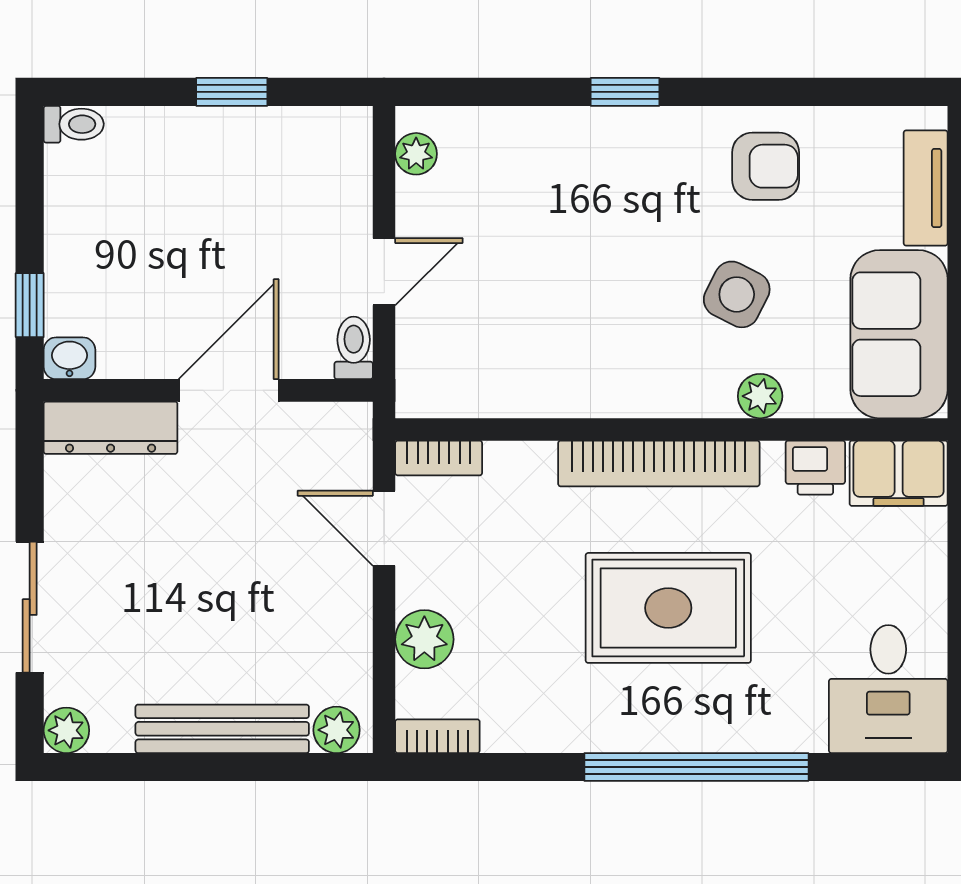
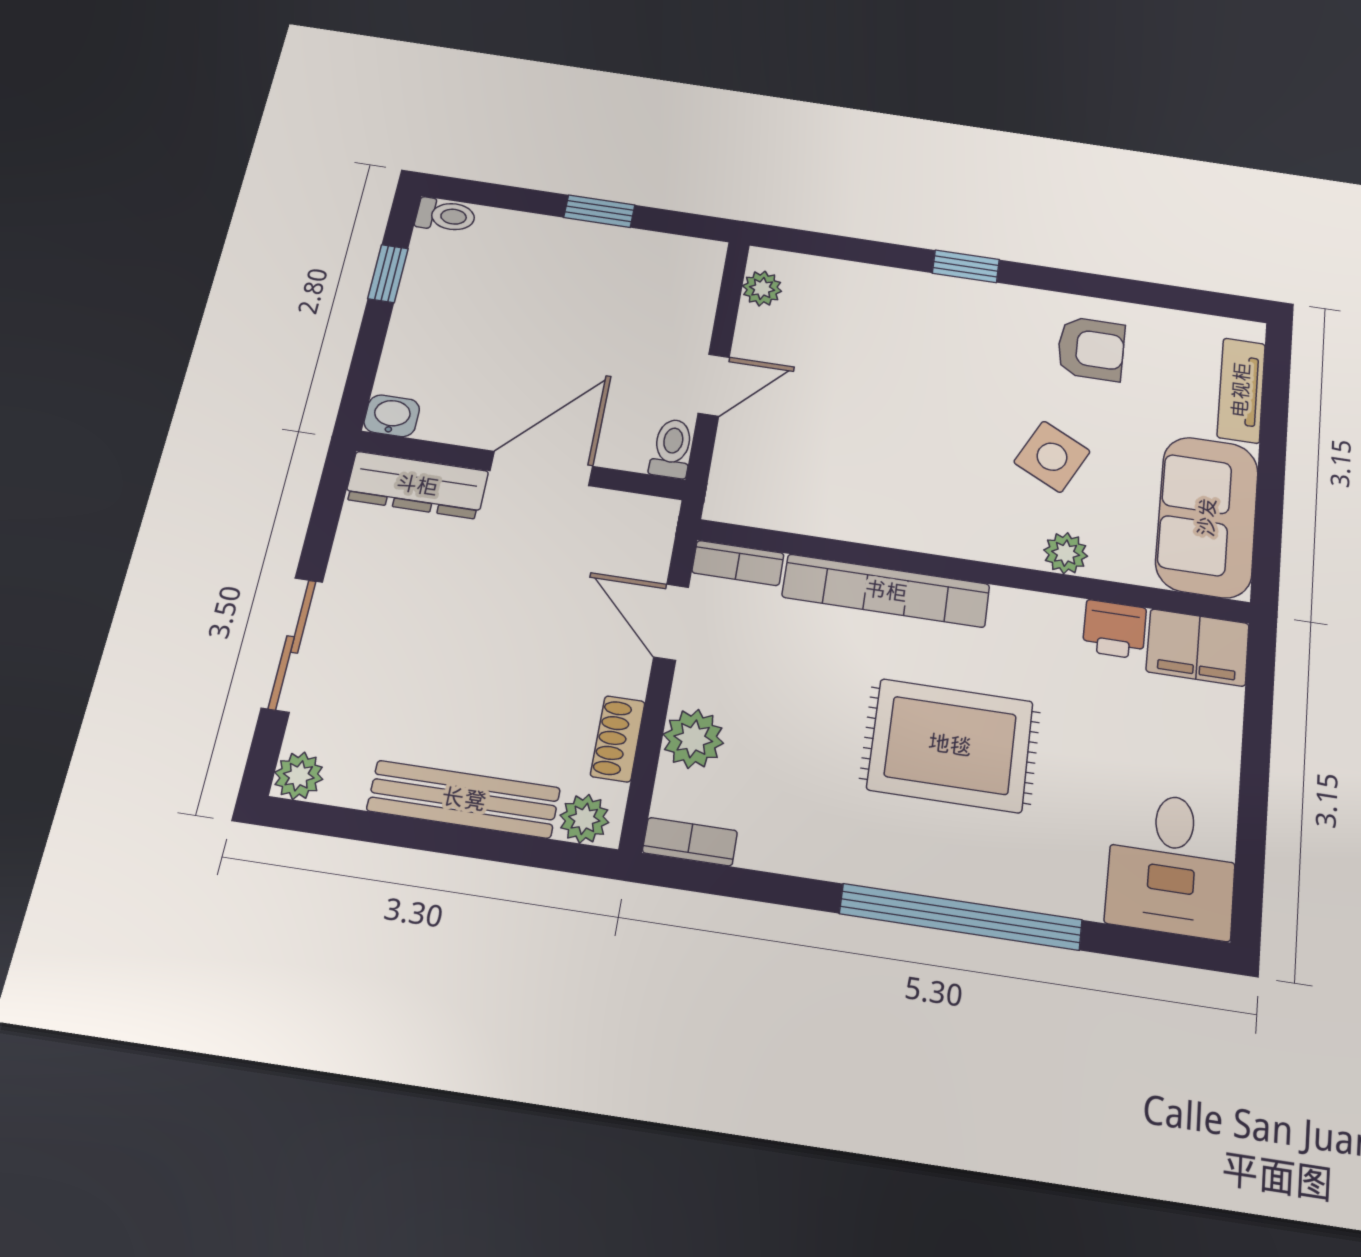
window: (30, 305) -> (388, 274), moved
bookcase: (659, 463) -> (886, 591), moved
shoe rack: (354, 650) -> (618, 739), added

